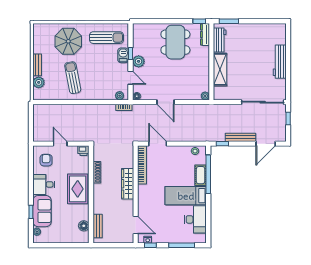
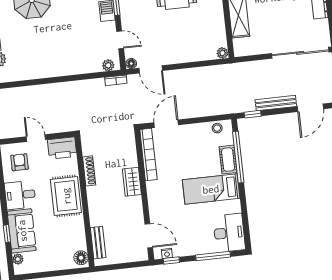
plant: (139, 61) -> (128, 17), removed
sun lounger: (73, 78) -> (43, 48), removed
door: (165, 102) -> (151, 69), moved
door: (158, 144) -> (166, 124), hinge flipped
printer: (83, 151) -> (62, 148), width x1.87, depth x1.48
wardrobe: (128, 184) -> (132, 182), width x0.67
desk: (195, 219) -> (229, 233), moved
floor lamp: (84, 226) -> (81, 258), moved

